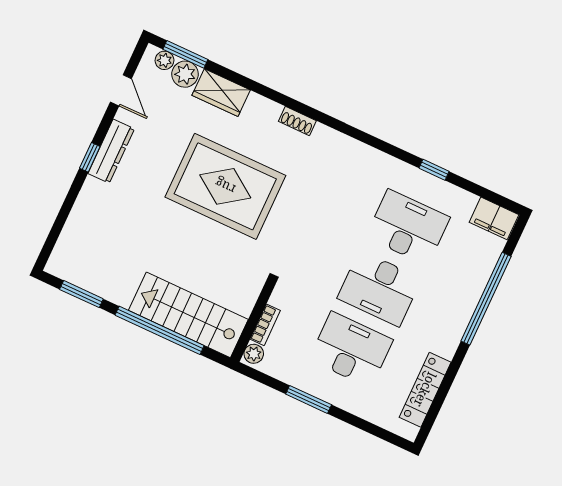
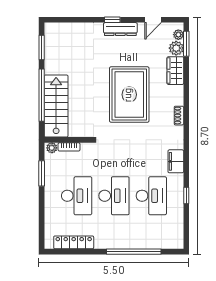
filing cabinet: (494, 218) -> (176, 161), moved
desk: (379, 288) -> (114, 196), turned 180
window: (309, 399) -> (42, 173), moved

